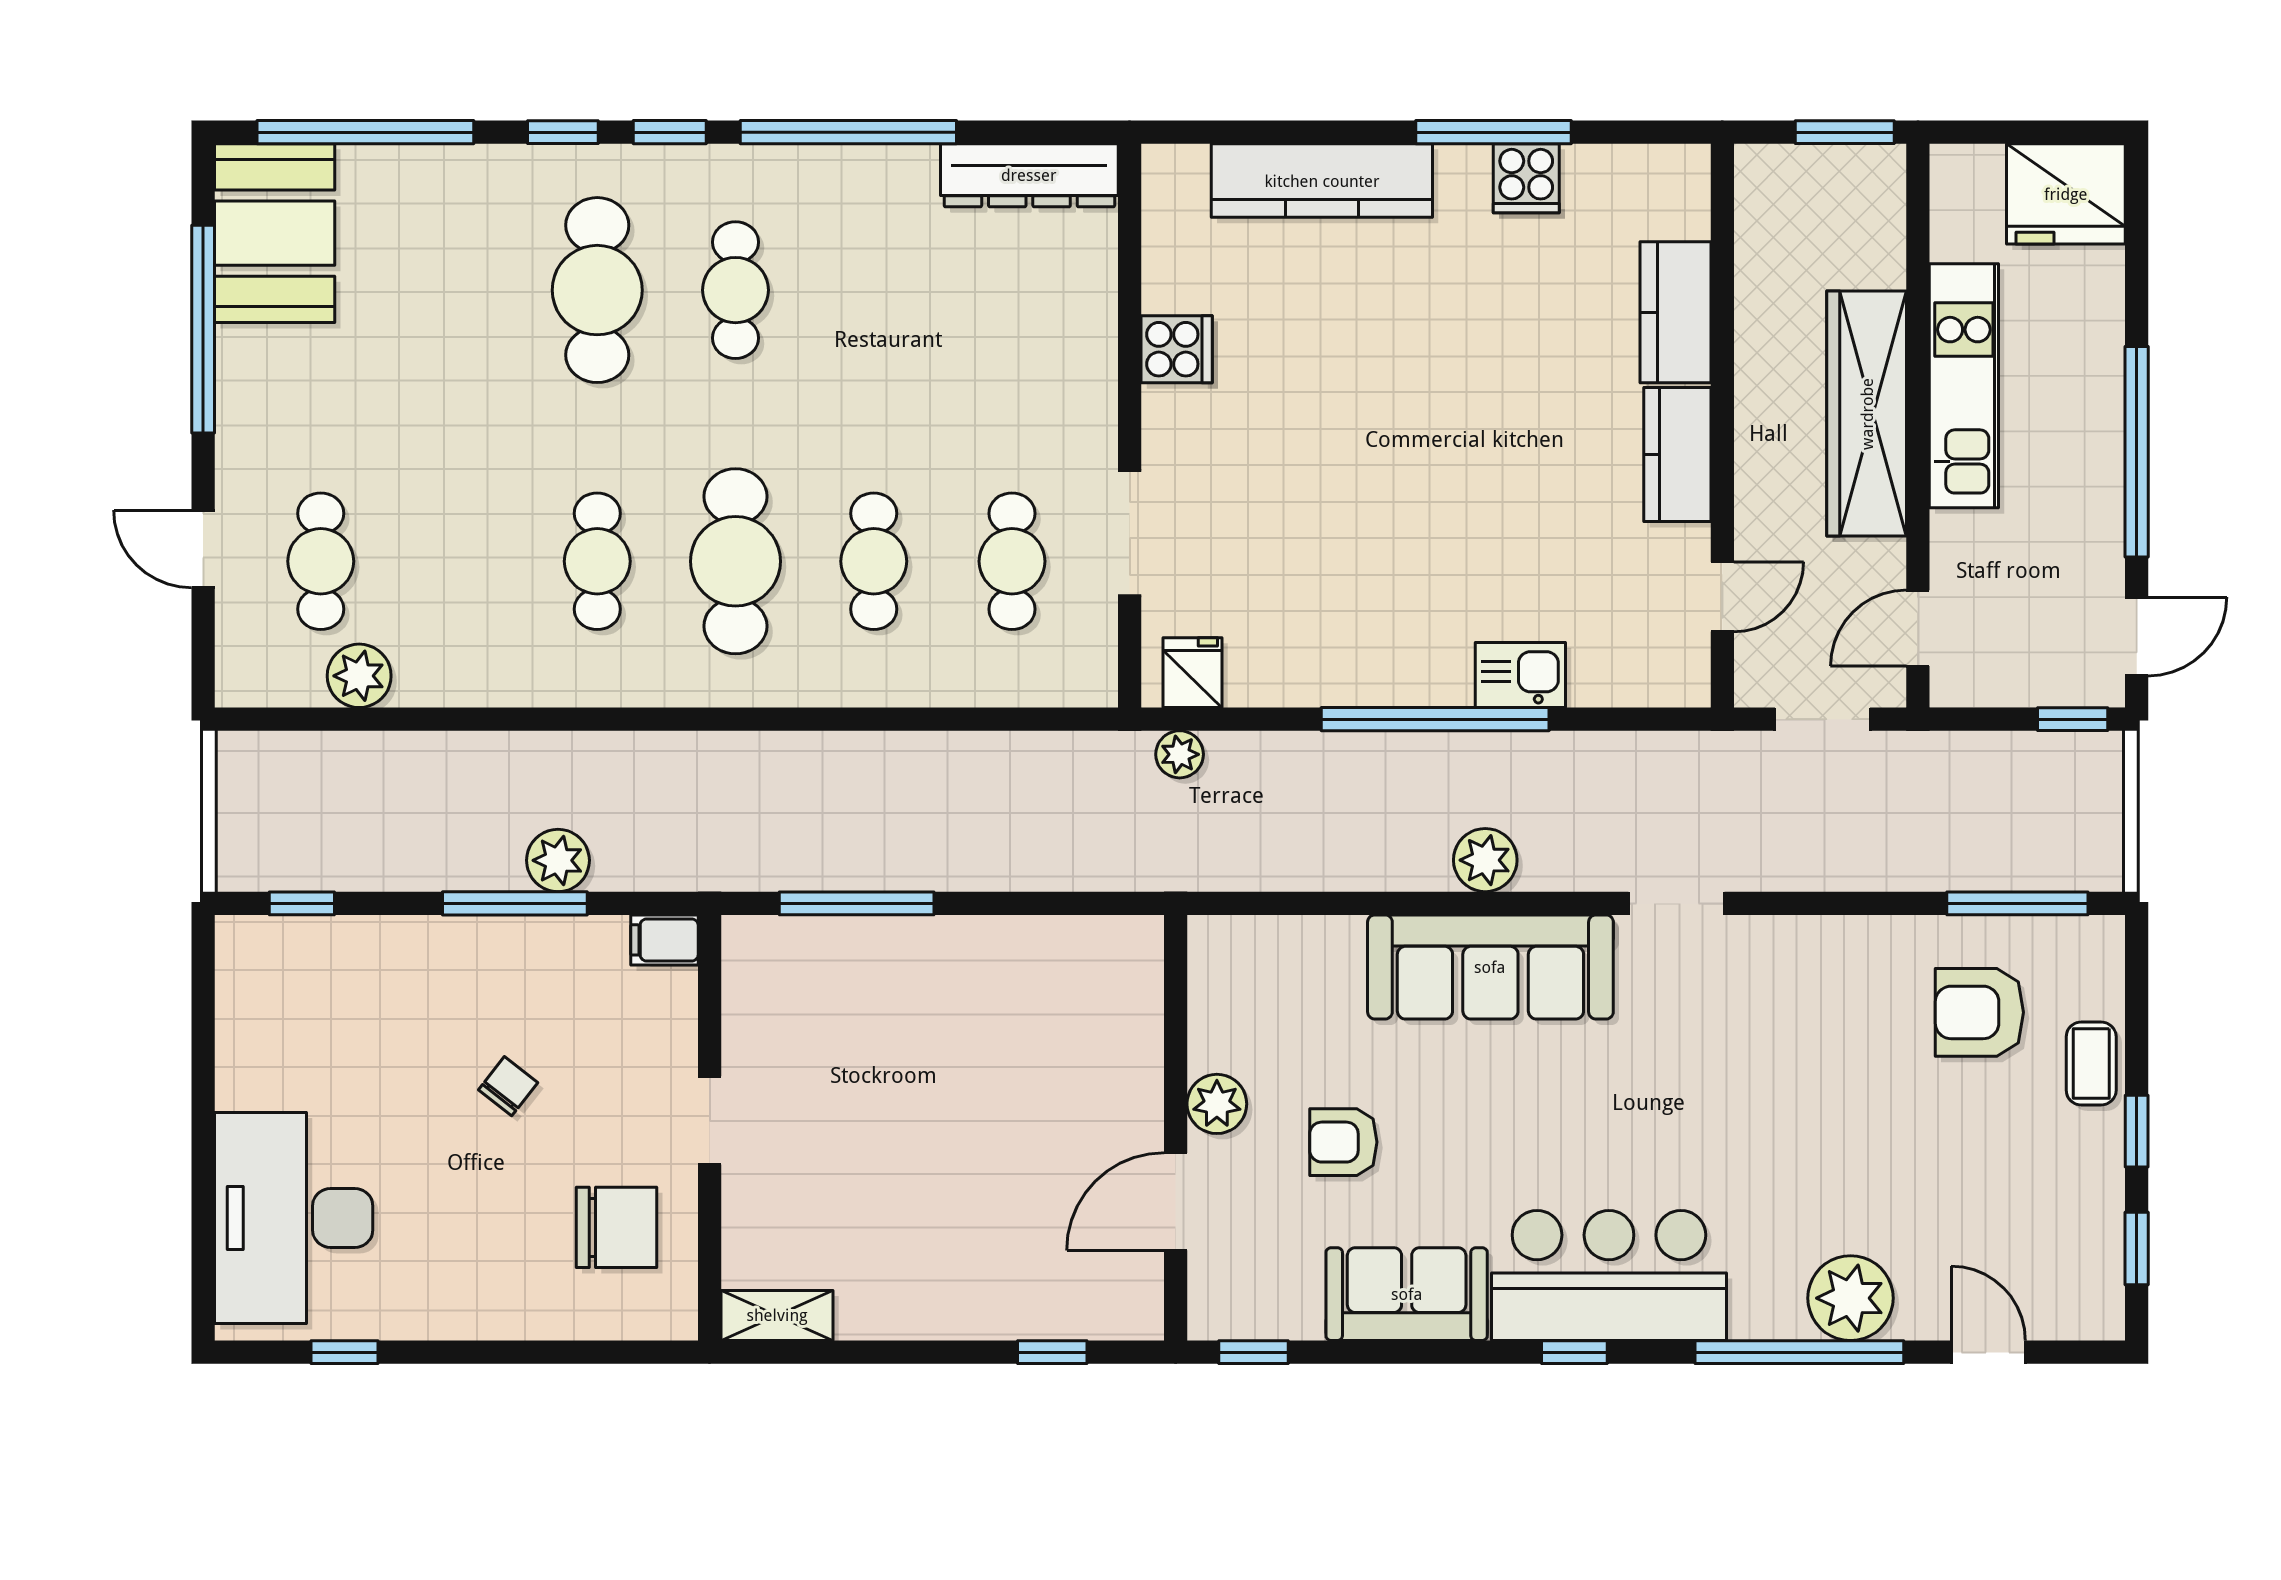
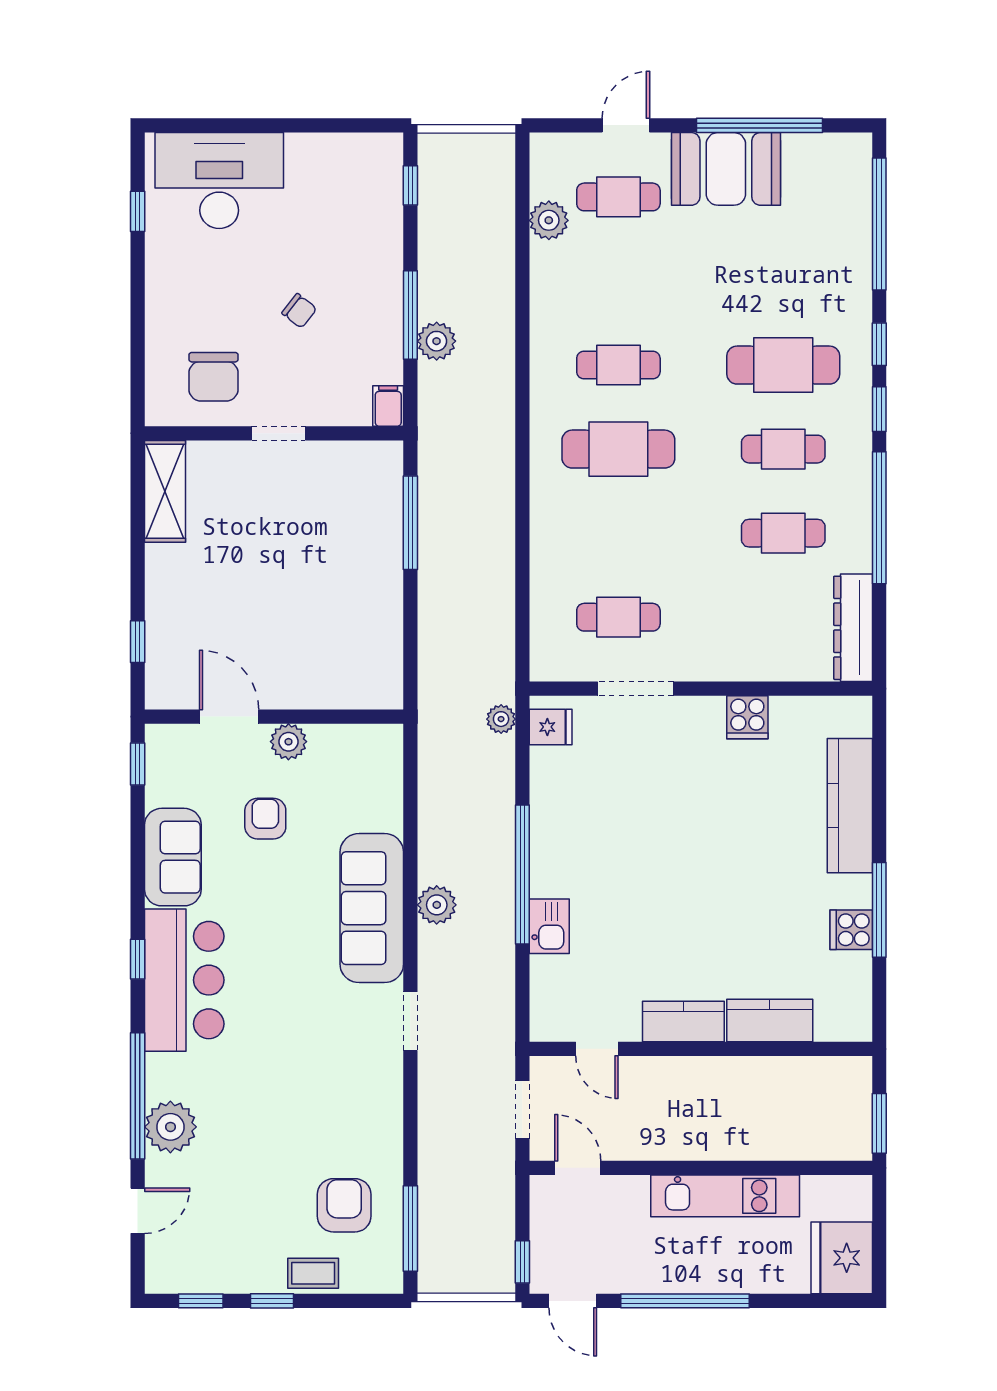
booth: (275, 233) -> (726, 169), moved
wardrobe: (1867, 414) -> (708, 1137), removed
cafe table: (874, 561) -> (783, 533), moved
shelving: (777, 1315) -> (165, 491), width x1.50, depth x1.33

